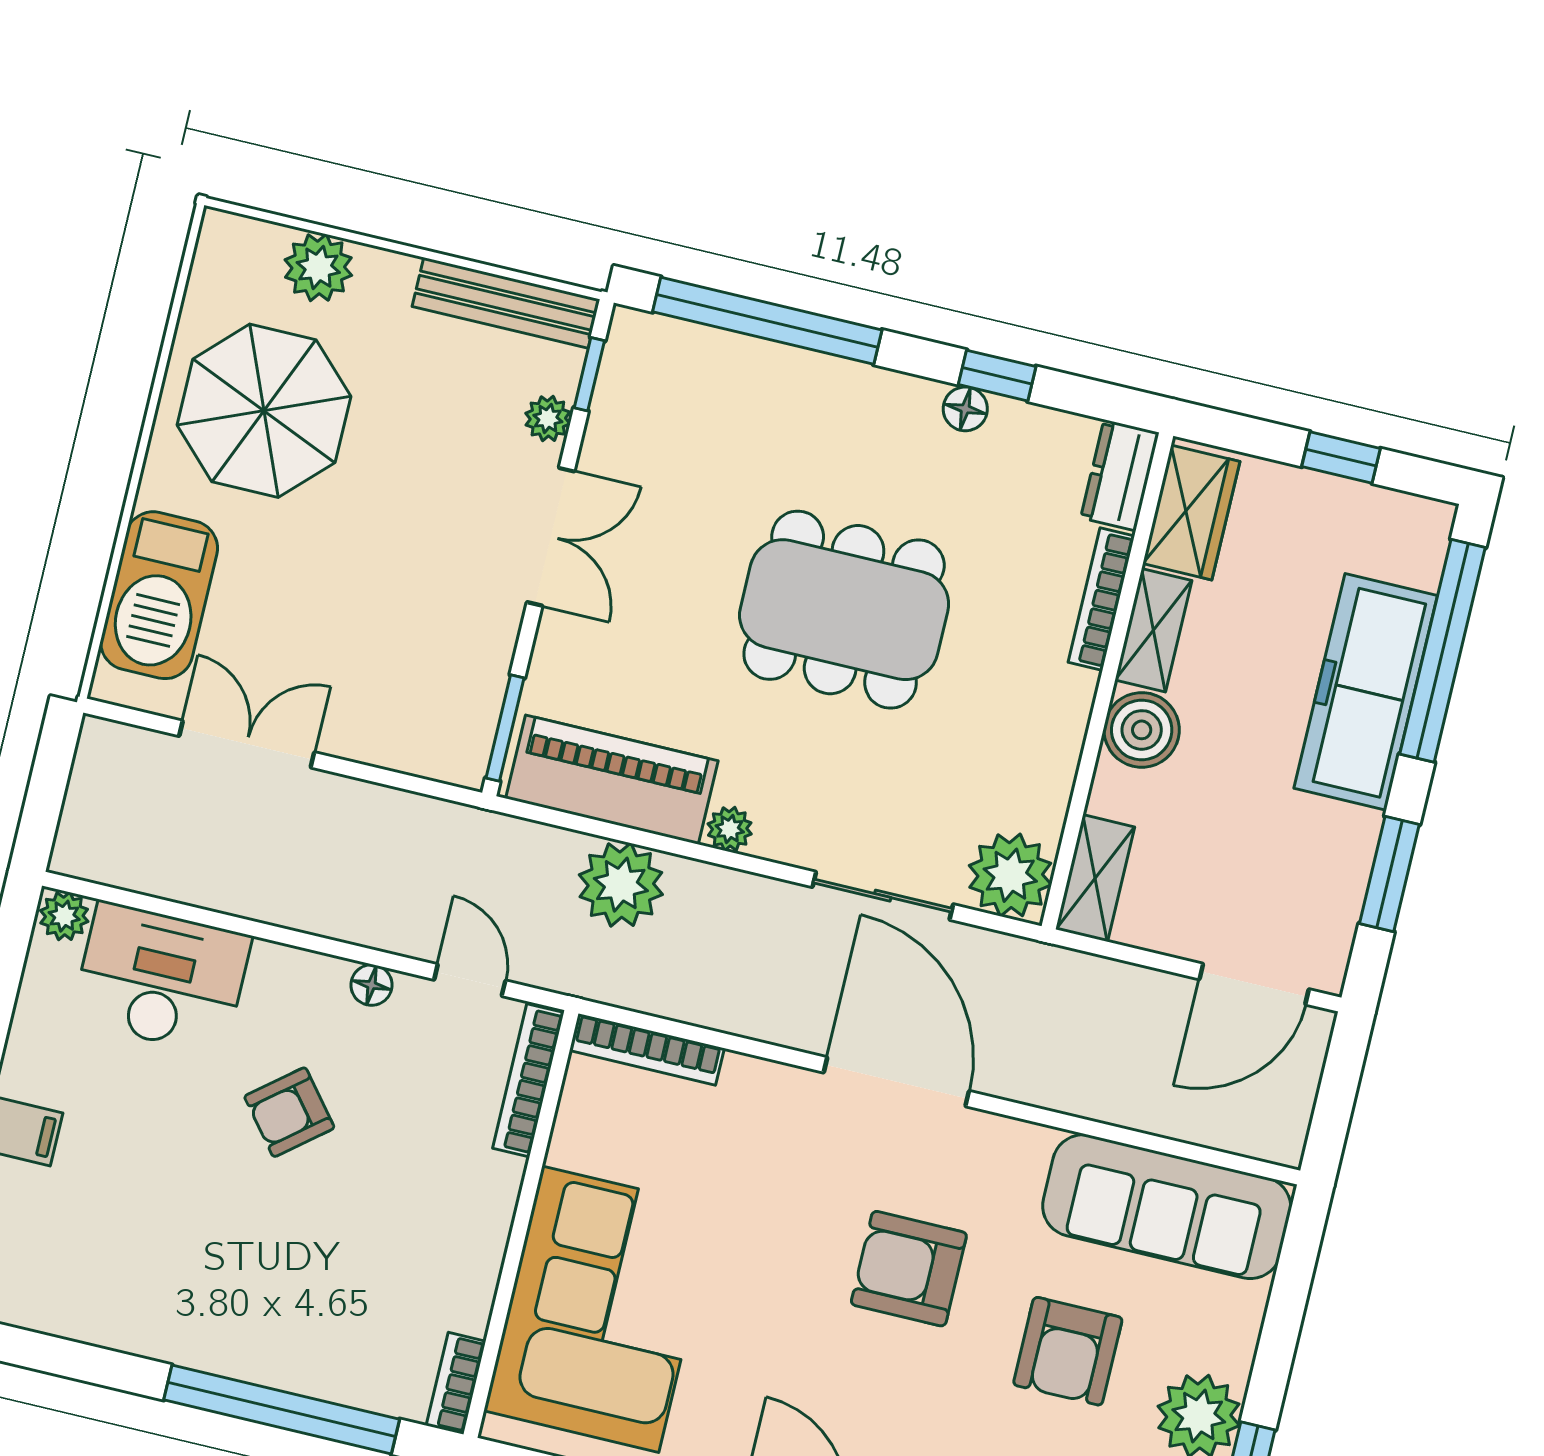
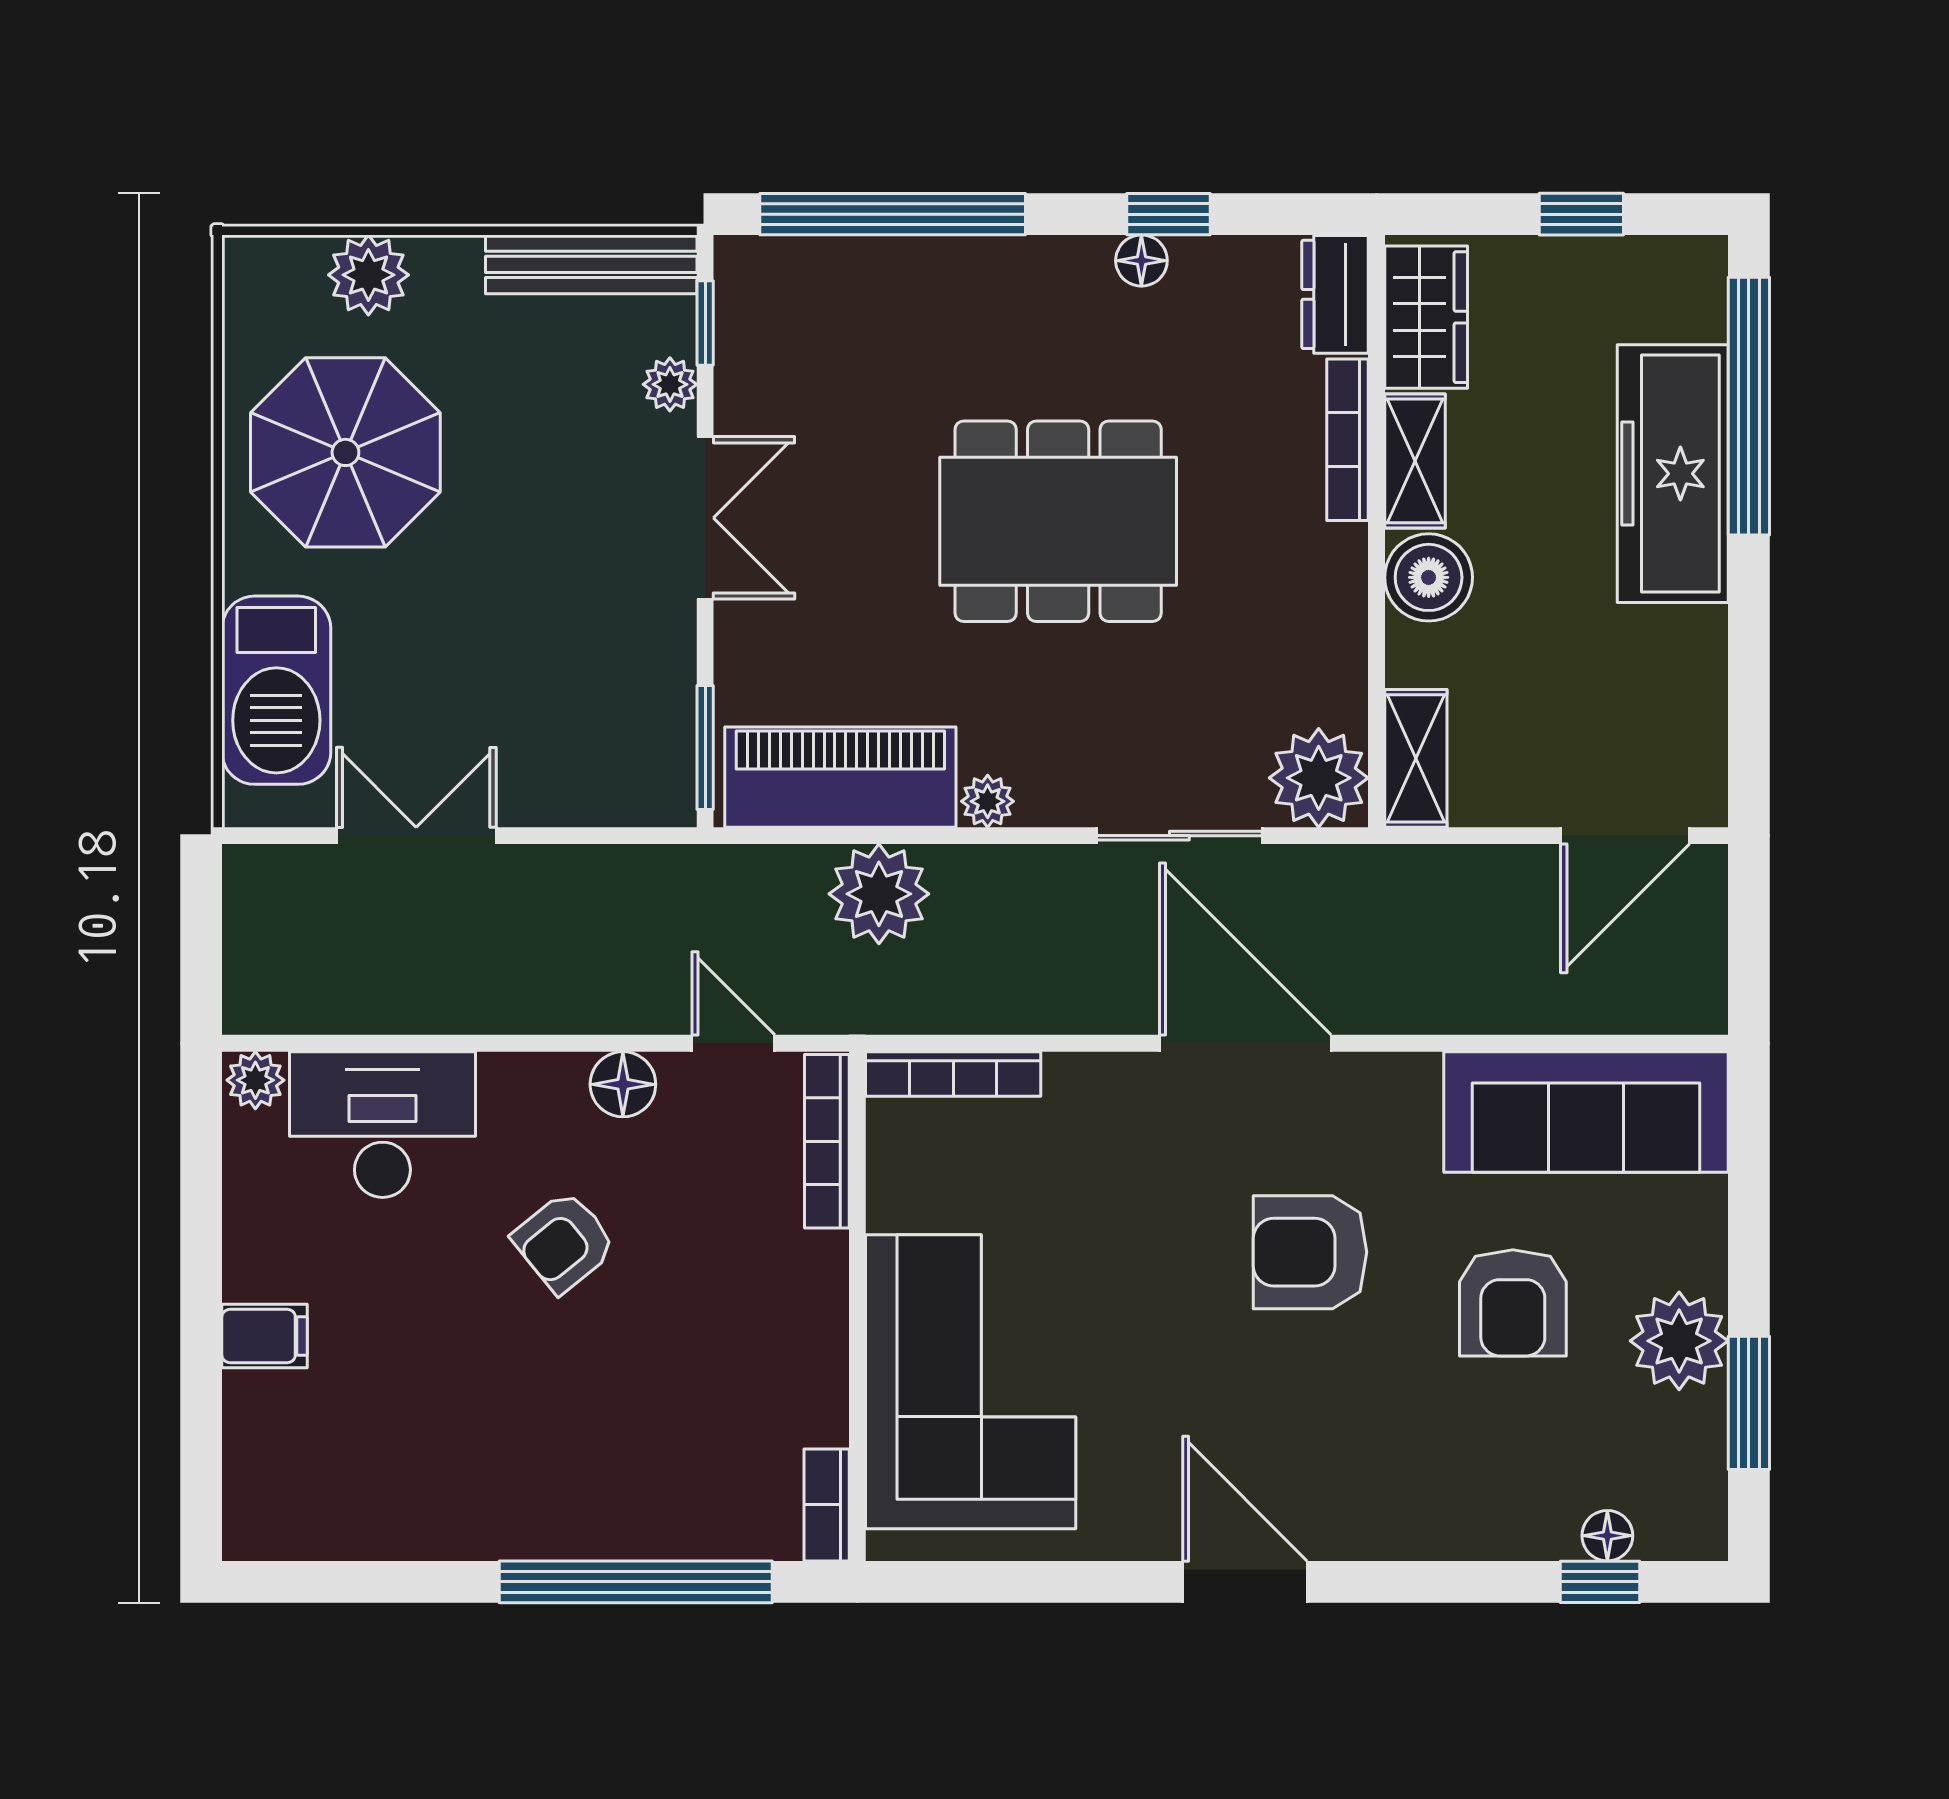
window: (1389, 874) -> (1749, 674), removed
floor lamp: (371, 985) -> (623, 1084), width x1.37, depth x1.37

